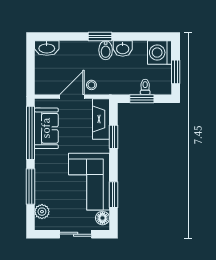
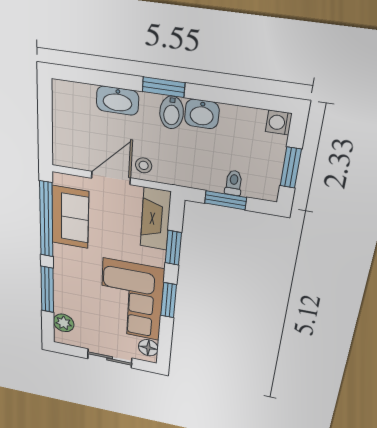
washbasin: (47, 48) -> (117, 101), moved
washing machine: (160, 53) -> (279, 123), width x0.53, depth x0.53
window: (113, 195) -> (169, 300), moved

